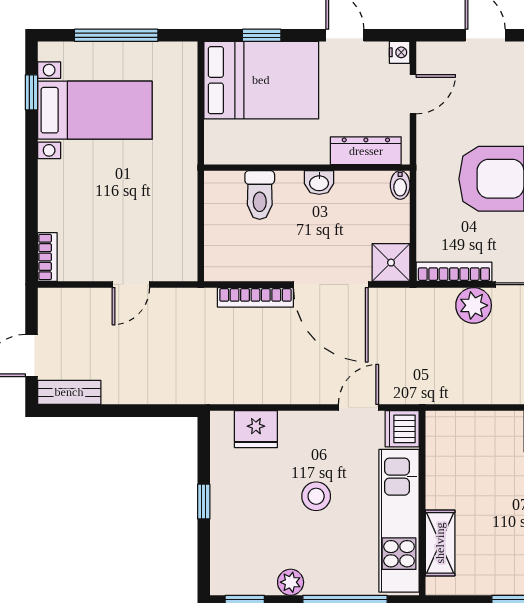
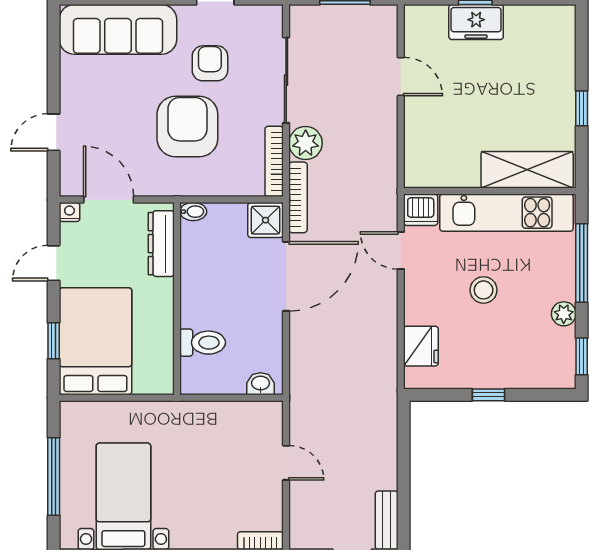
door: (413, 94) -> (109, 200), width x1.38
washbasin: (319, 183) -> (261, 384), moved, turned -90
bookcase: (255, 297) -> (298, 197), moved
shelving: (440, 543) -> (527, 170), width x1.50, depth x1.33

